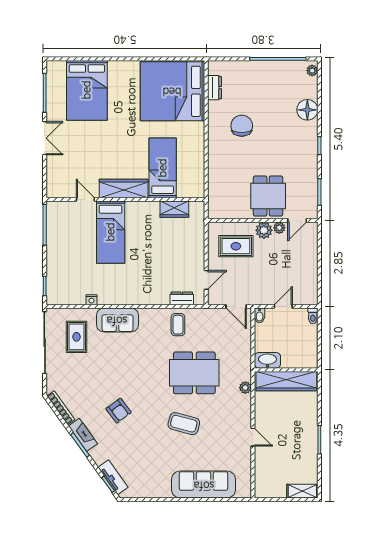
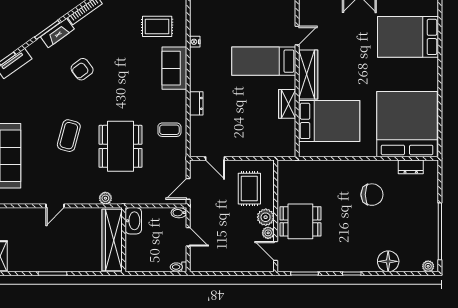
bed: (163, 168) -> (329, 121), width x1.50
wardrobe: (174, 209) -> (287, 104), moved
dresser: (182, 298) -> (196, 103), moved

